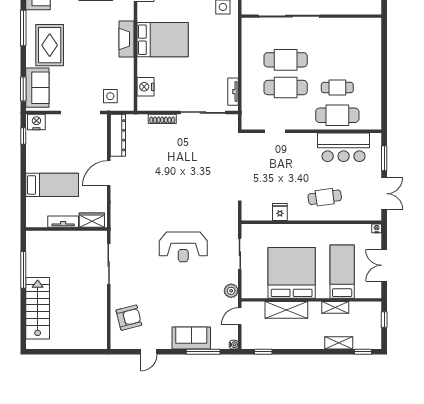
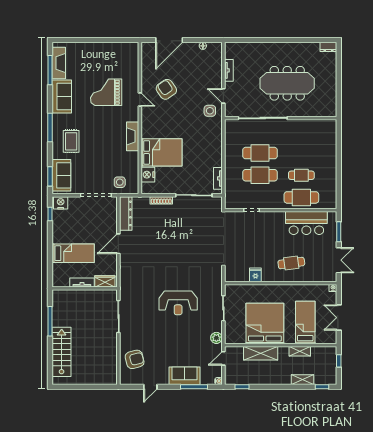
bed: (163, 40) -> (162, 152), moved
rug: (50, 45) -> (71, 141), width x0.73, depth x0.70

